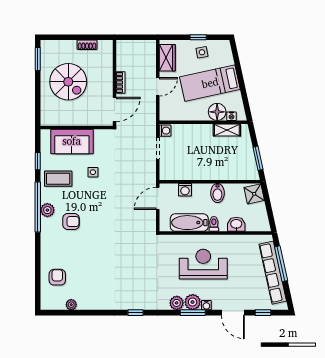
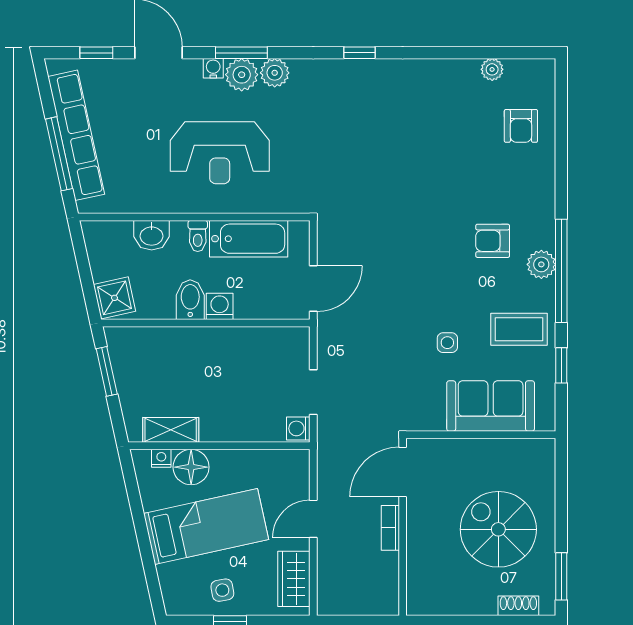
shoe rack: (87, 45) -> (518, 606), moved
washing machine: (185, 190) -> (220, 306), moved

